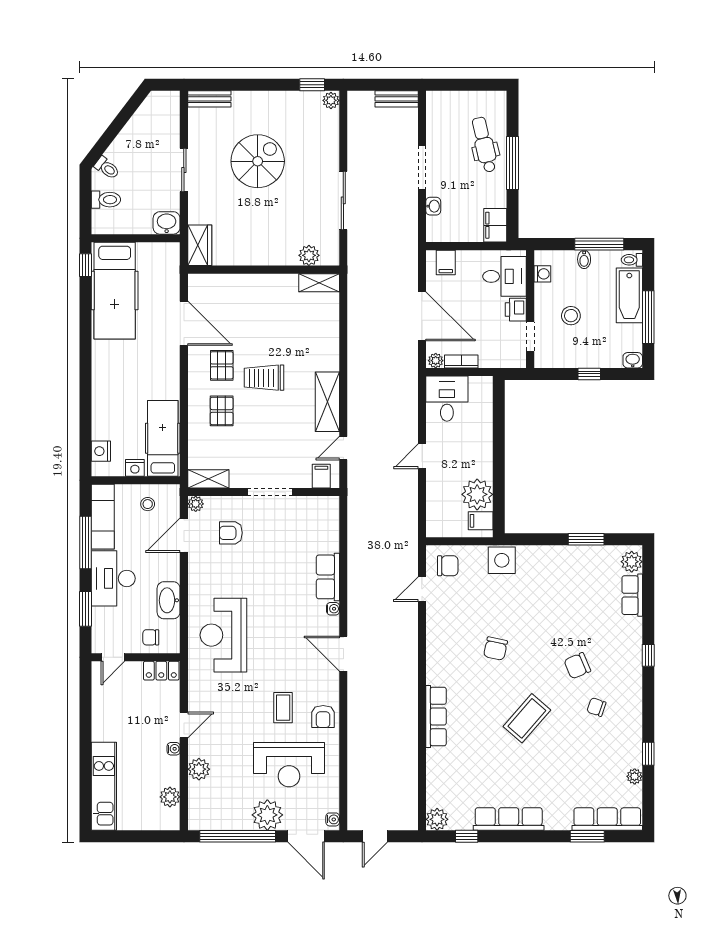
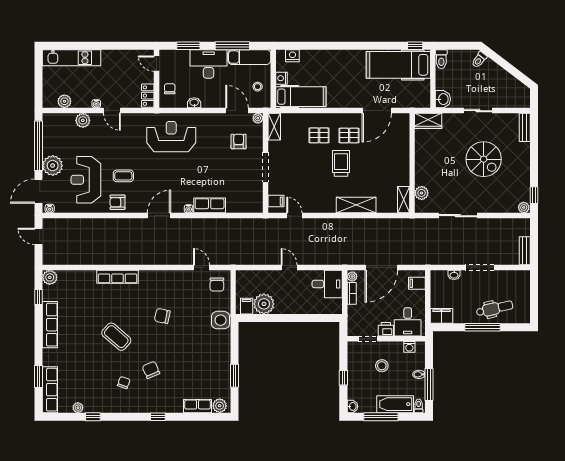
toilet: (106, 200) -> (441, 59), moved
shelving: (327, 402) -> (356, 205), moved
washbasin: (169, 600) -> (194, 103), width x0.52, depth x0.69

